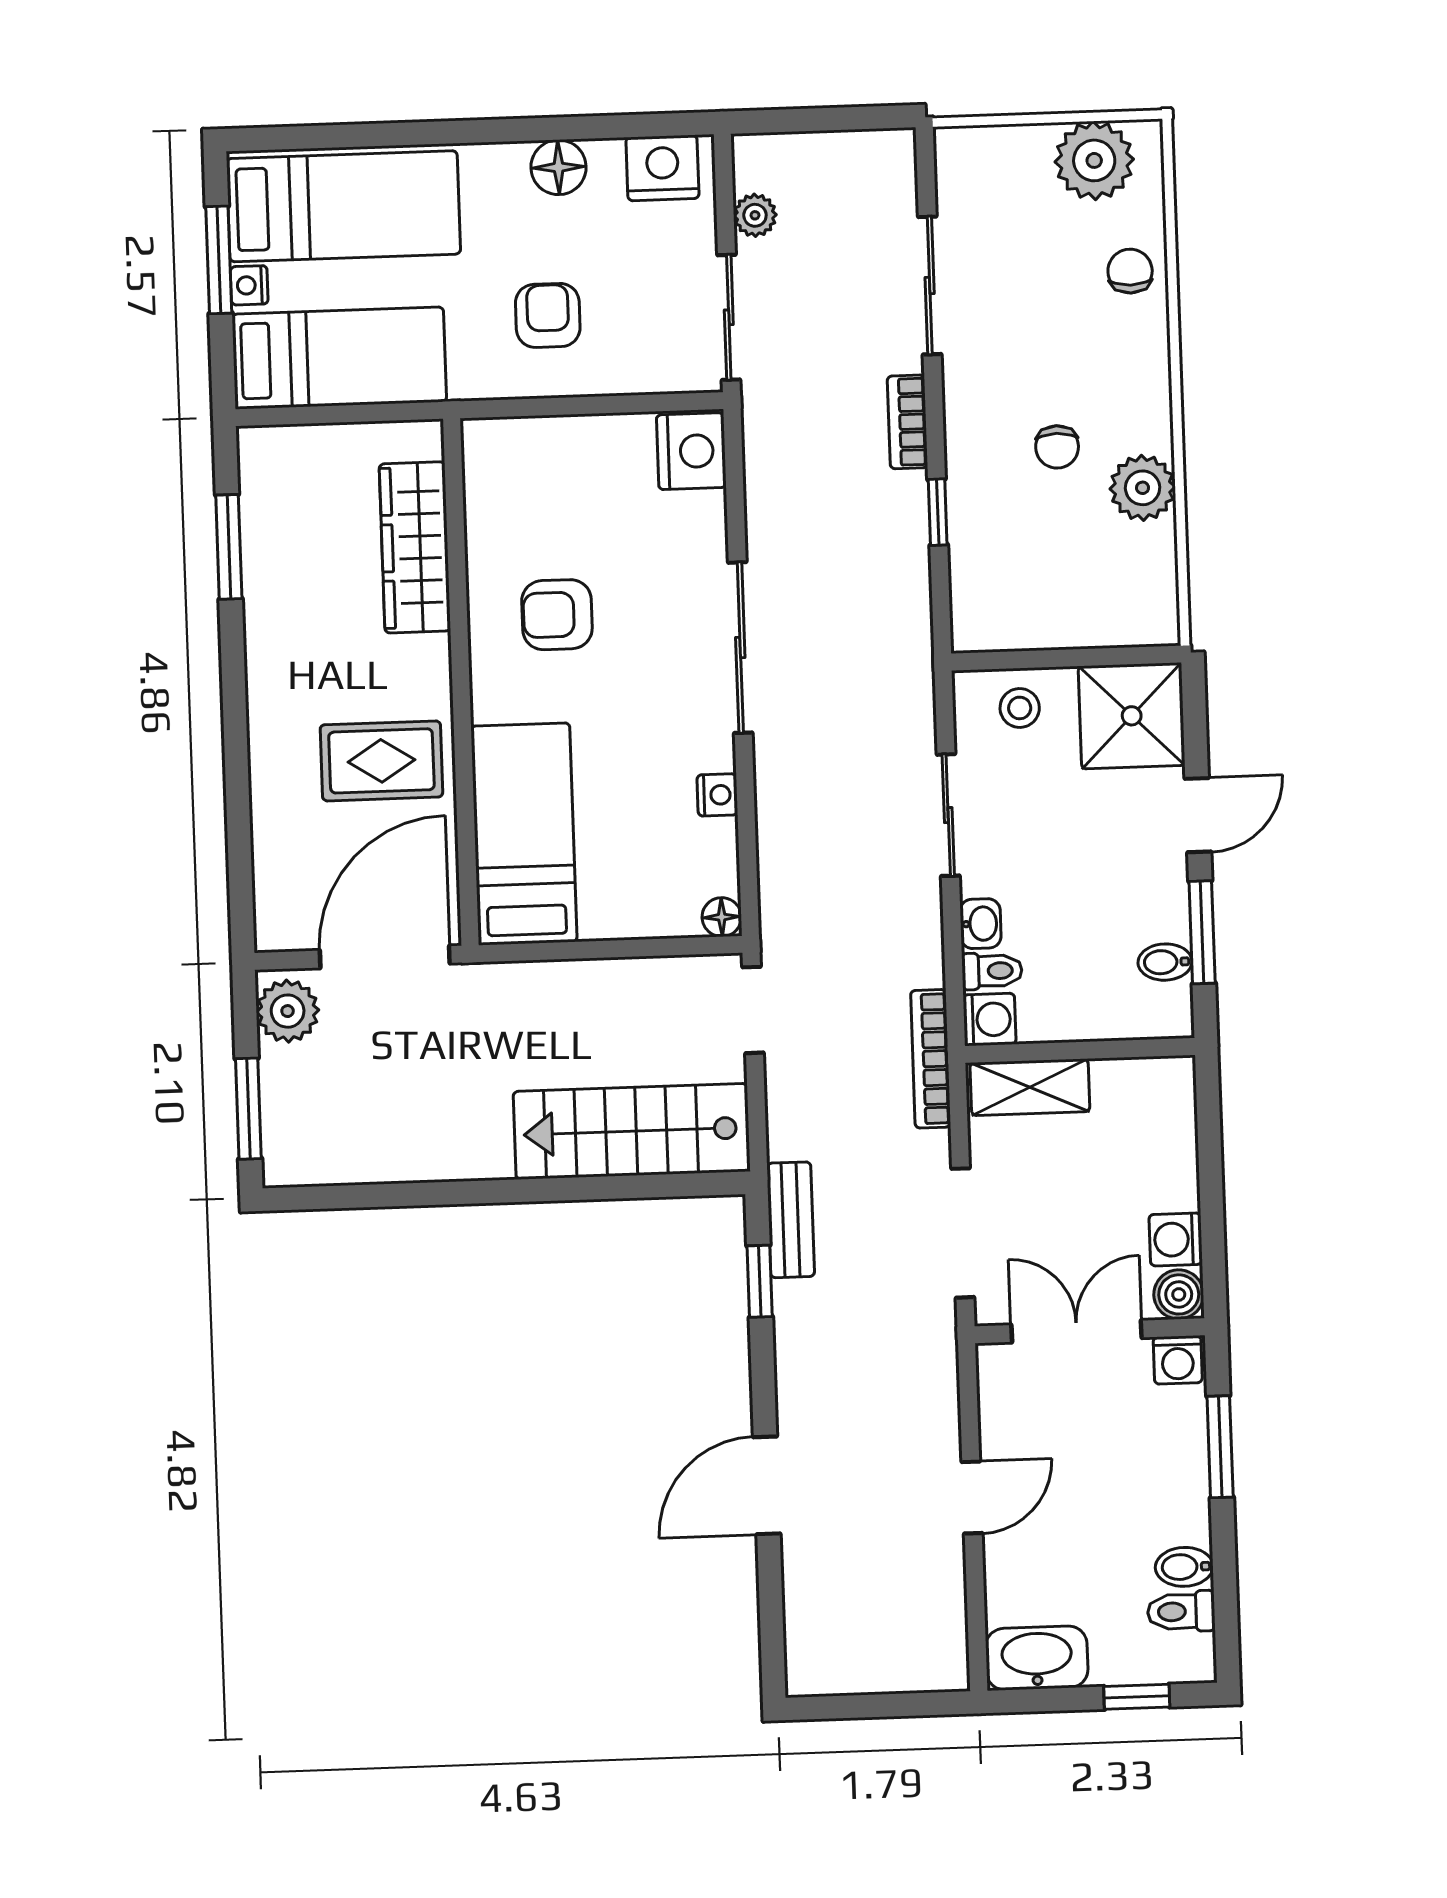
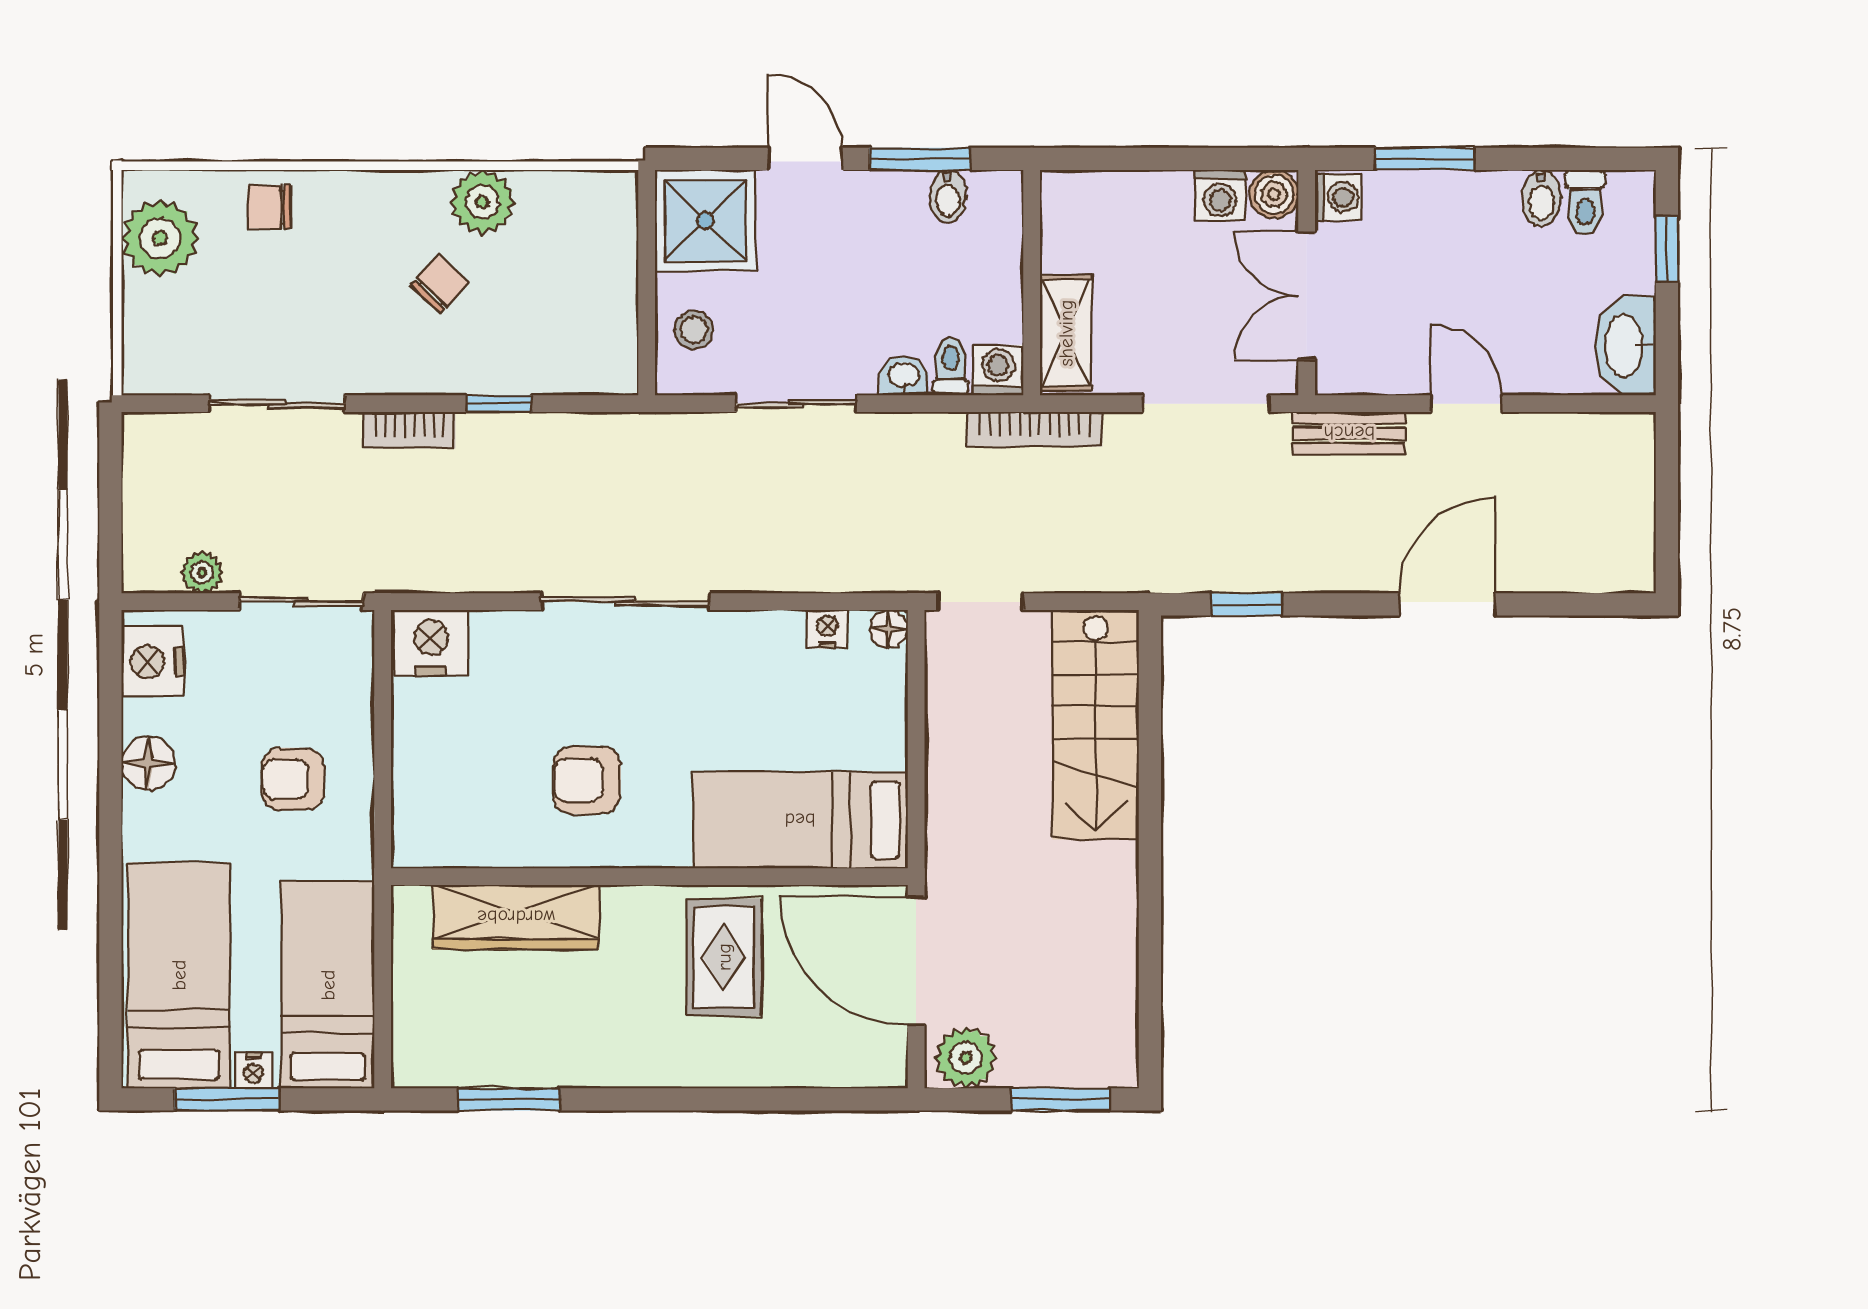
chair: (1057, 447) -> (439, 284), turned -47
armchair: (557, 615) -> (587, 780), turned 90
nightstand: (717, 795) -> (827, 629), moved
bench: (791, 1220) -> (1349, 433), moved
door: (767, 1485) -> (1447, 604), swing flipped

